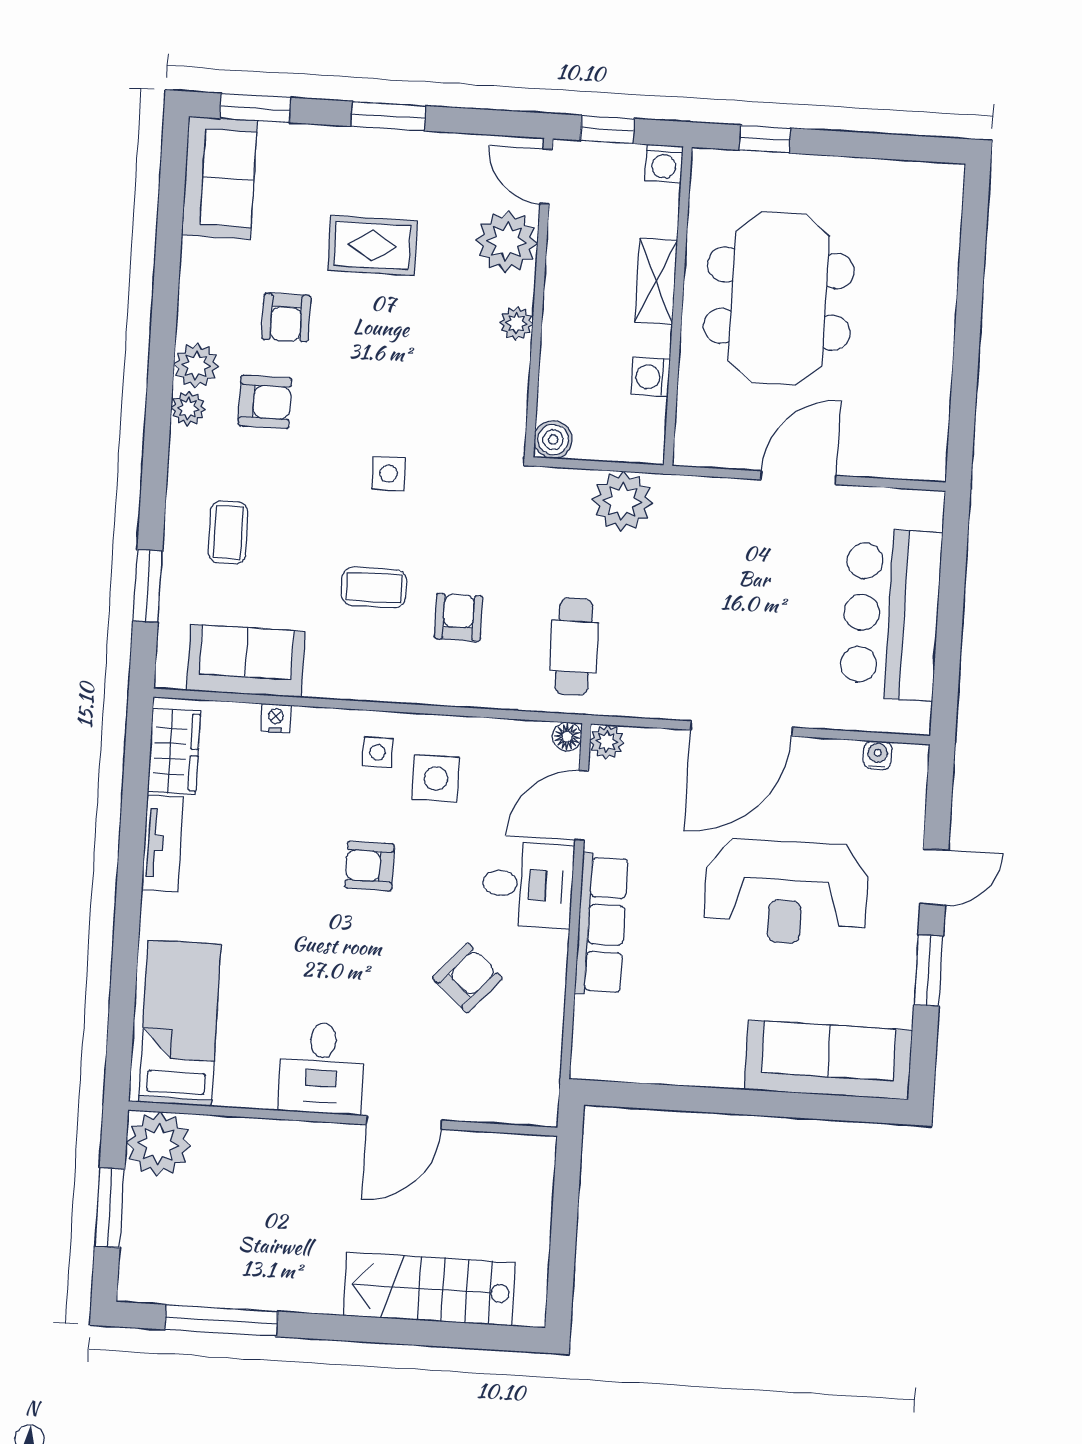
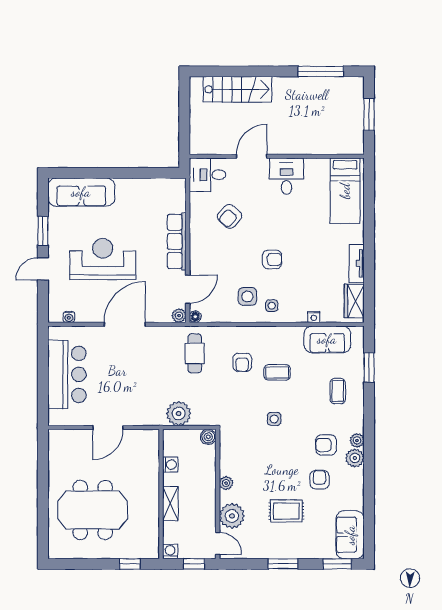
meeting table: (779, 299) -> (93, 510), moved, turned 90
desk: (528, 885) -> (207, 175), moved
plant: (158, 1144) -> (351, 141), removed

